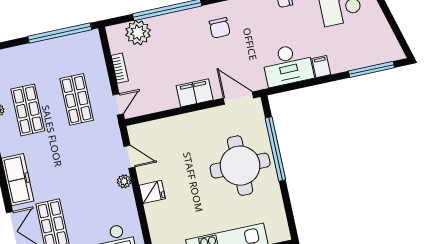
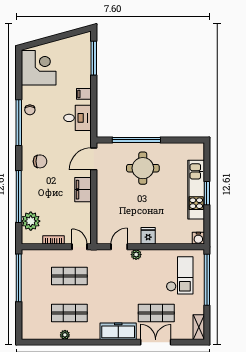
desk: (288, 65) -> (78, 118), width x0.73
round table: (240, 166) -> (143, 168), width x0.73, depth x0.73

